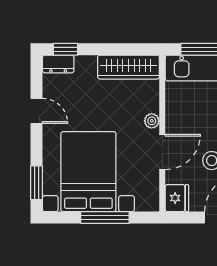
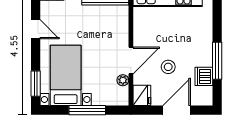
plant: (152, 121) -> (123, 80), moved
bed with nightstands: (88, 172) -> (66, 75), width x0.73

